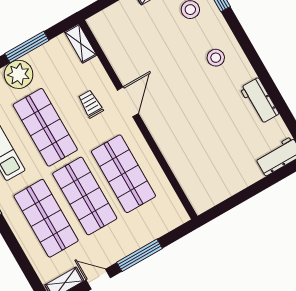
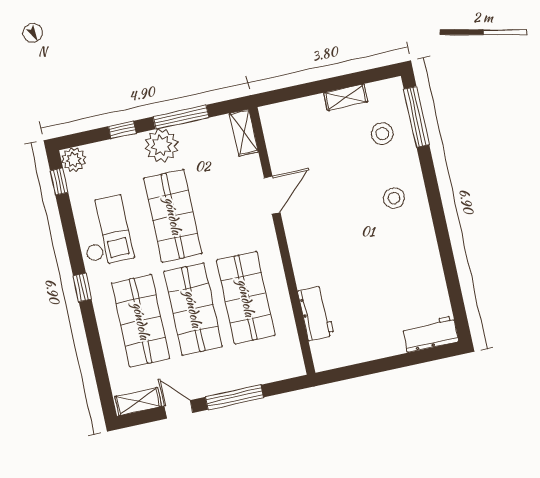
workbench: (259, 101) -> (316, 313), moved, turned 180
door: (128, 102) -> (272, 195), moved
trolley: (91, 104) -> (233, 206), removed

